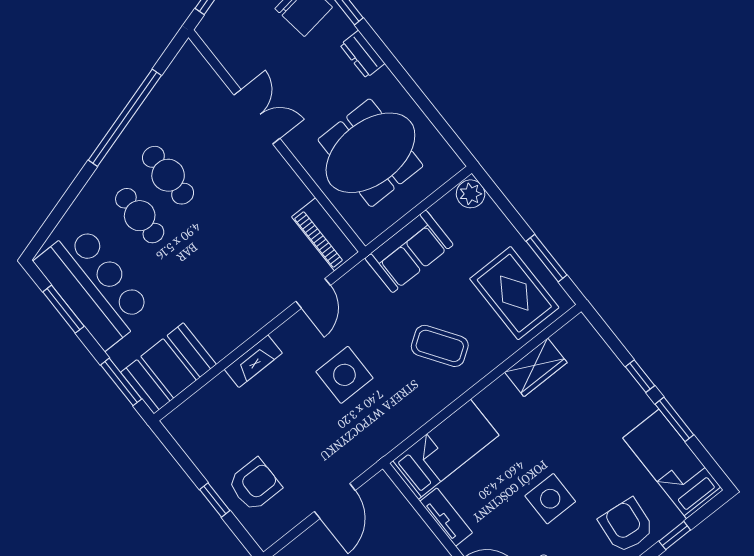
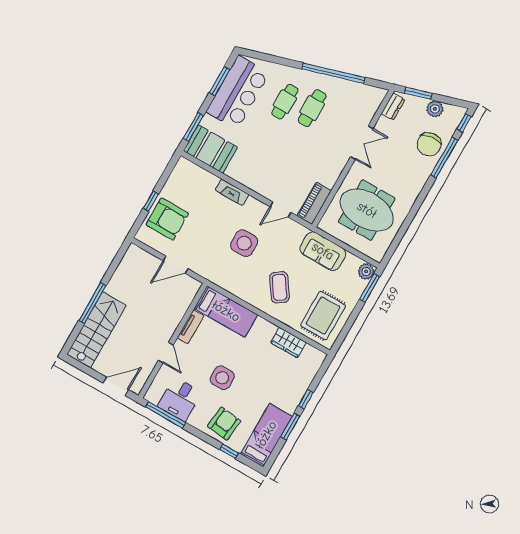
dresser: (362, 54) -> (393, 106), moved, turned 180
window: (547, 258) -> (370, 288), moved
armchair: (255, 485) -> (167, 219), width x1.36, depth x1.36

